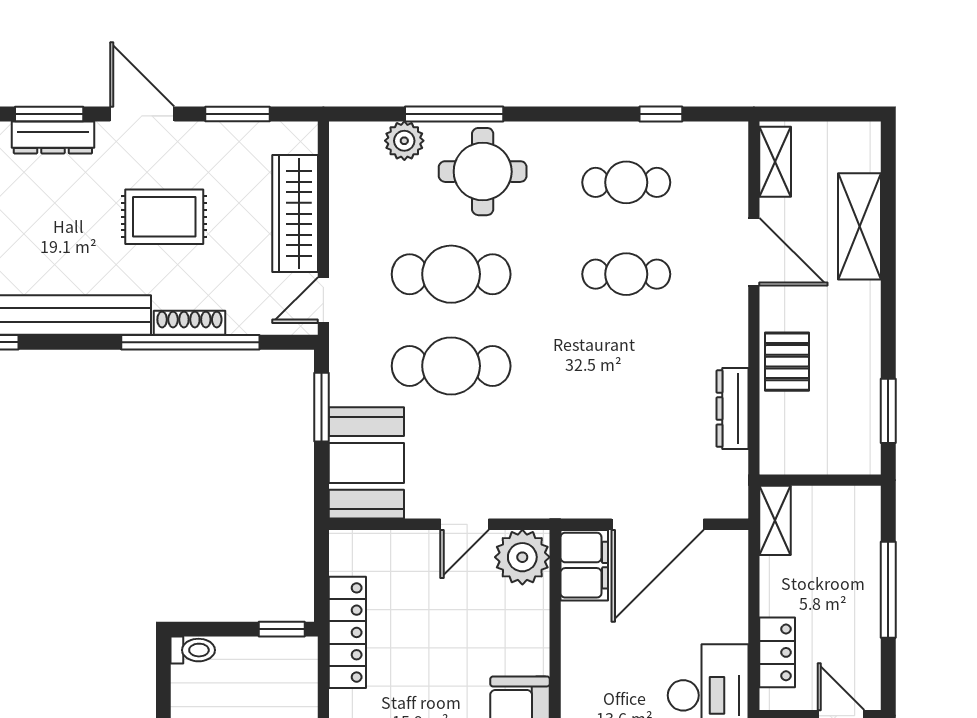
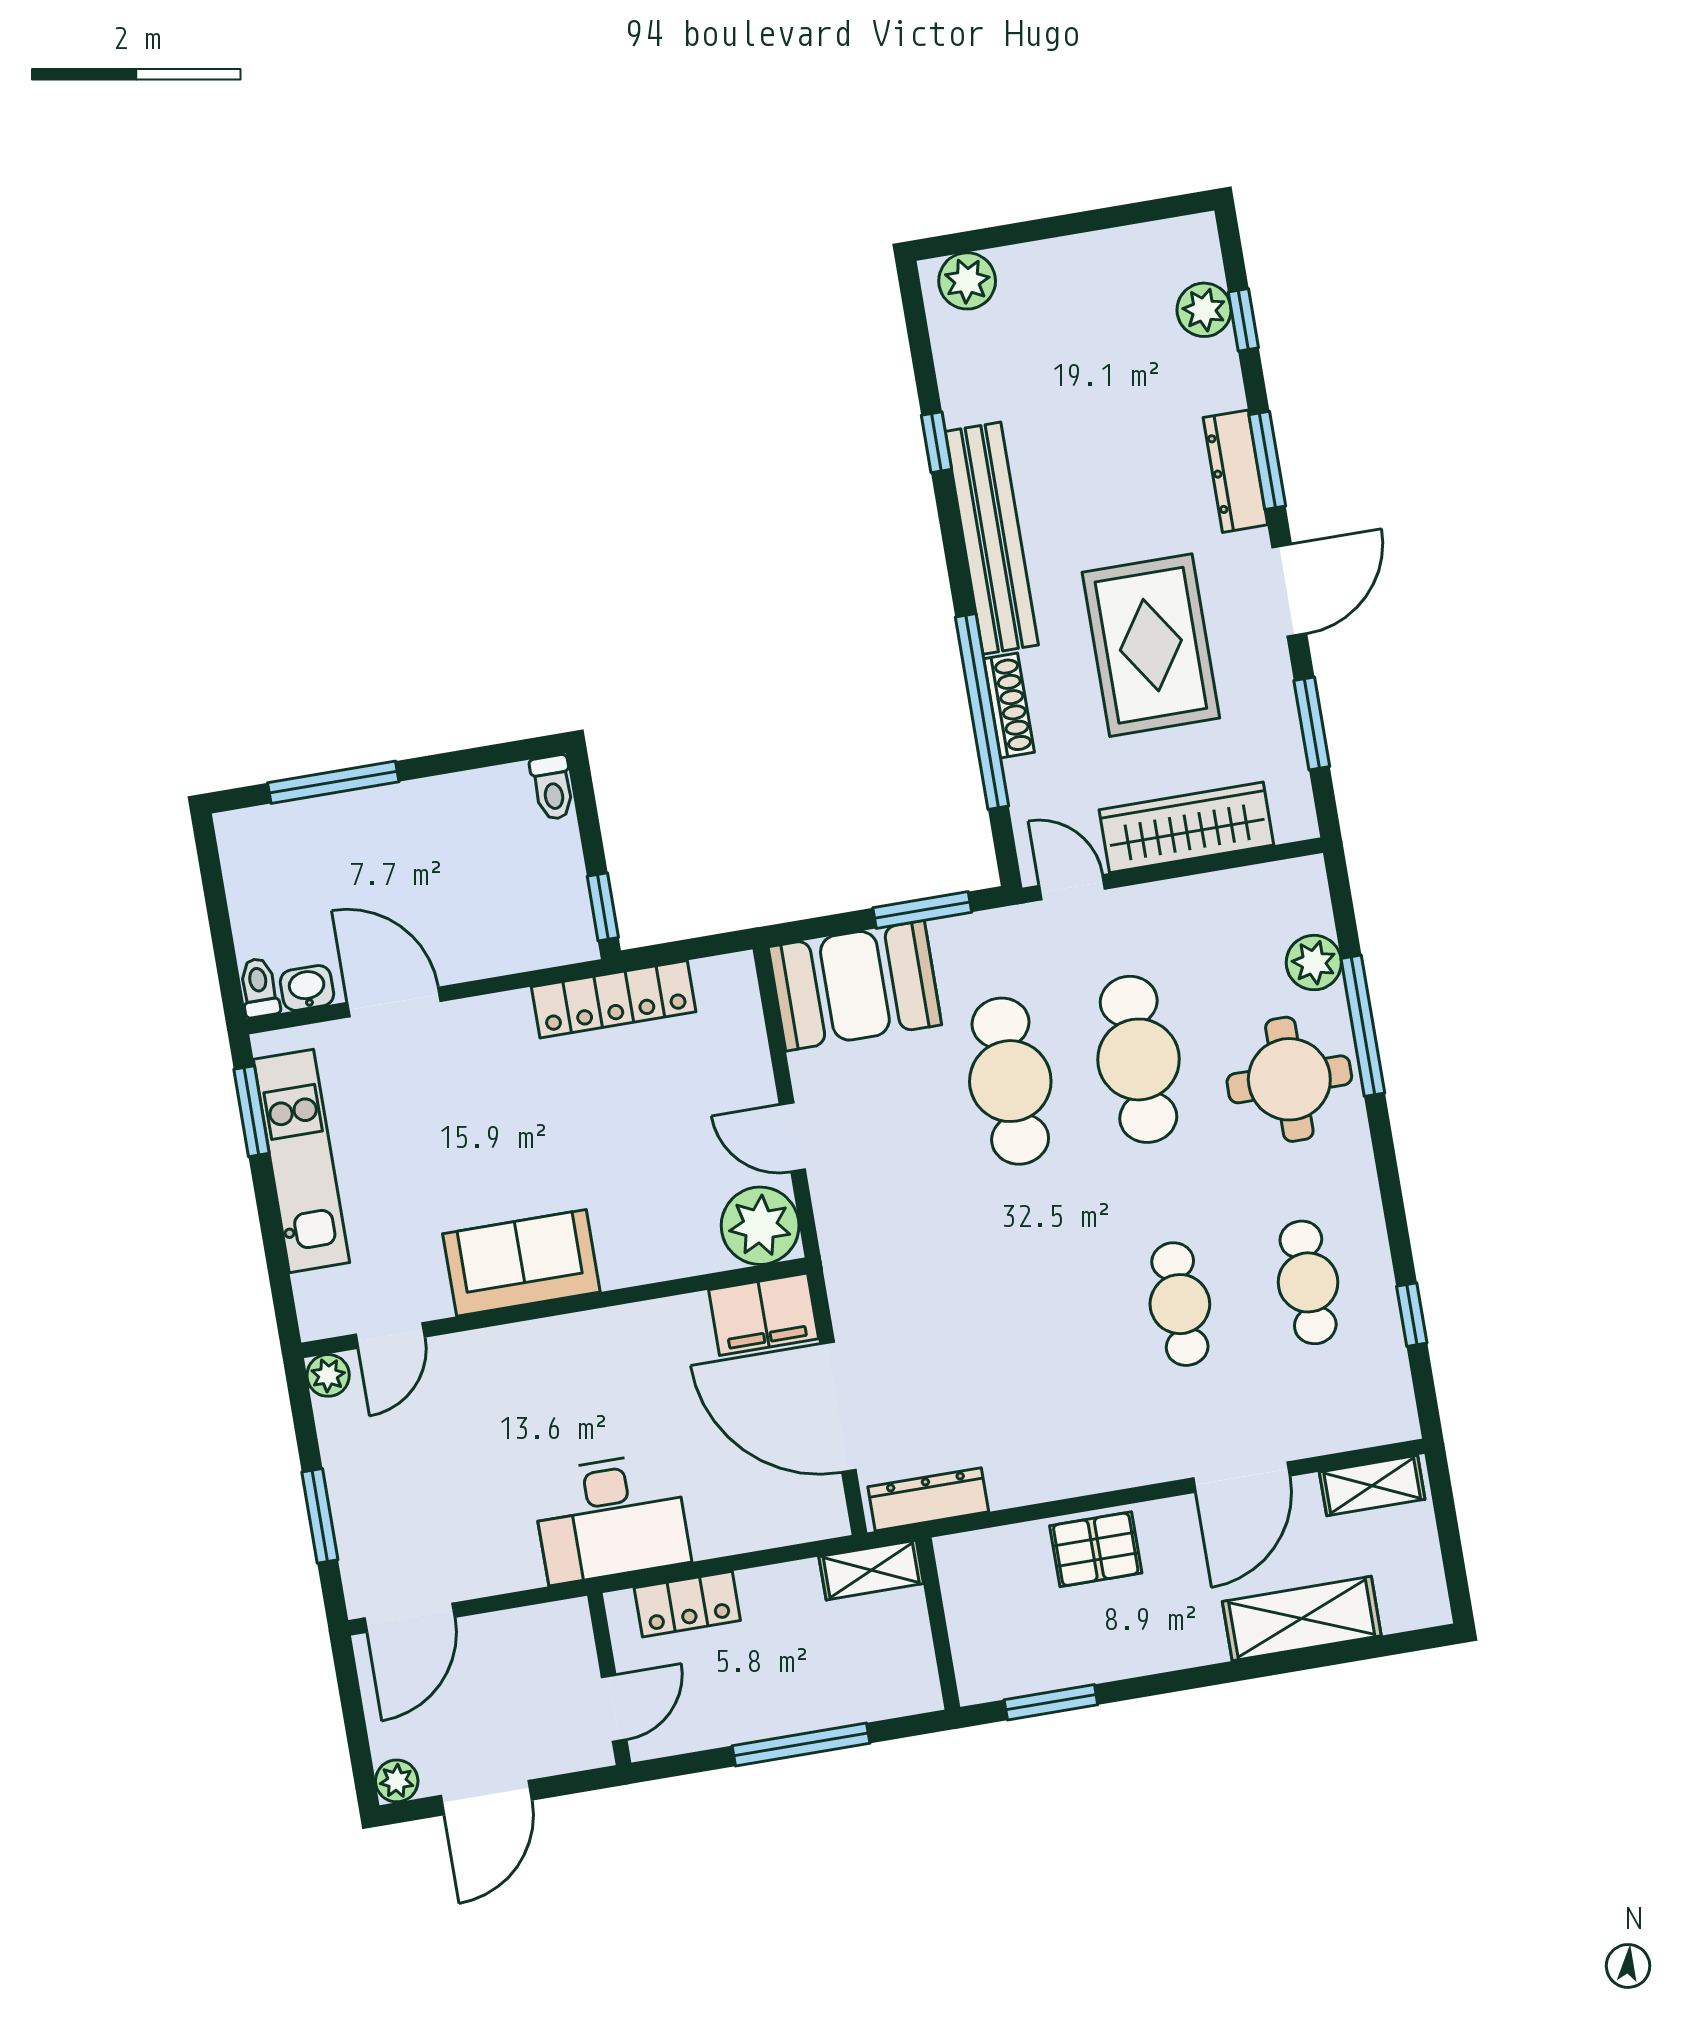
rug: (164, 217) -> (1151, 645), width x1.36, depth x1.43
dresser: (732, 409) -> (928, 1499), moved

